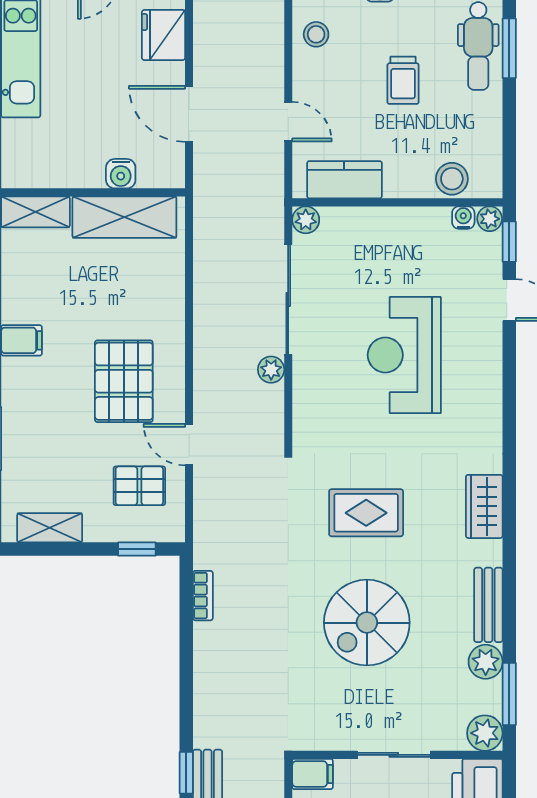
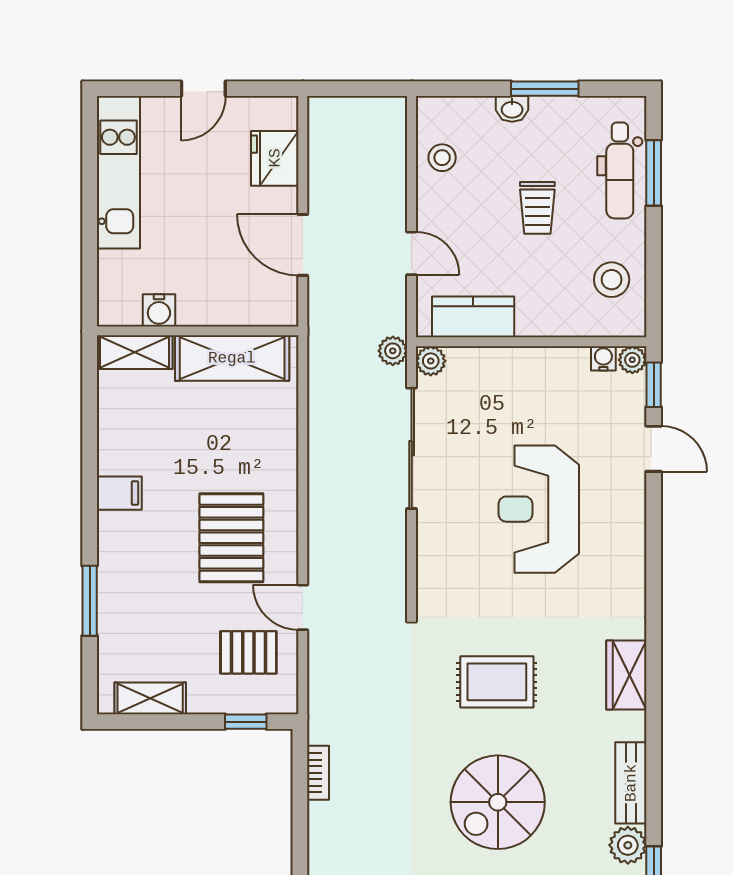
water cooler: (121, 174) -> (159, 310), moved
stool: (452, 179) -> (612, 280), moved
plant: (271, 370) -> (393, 351), moved

